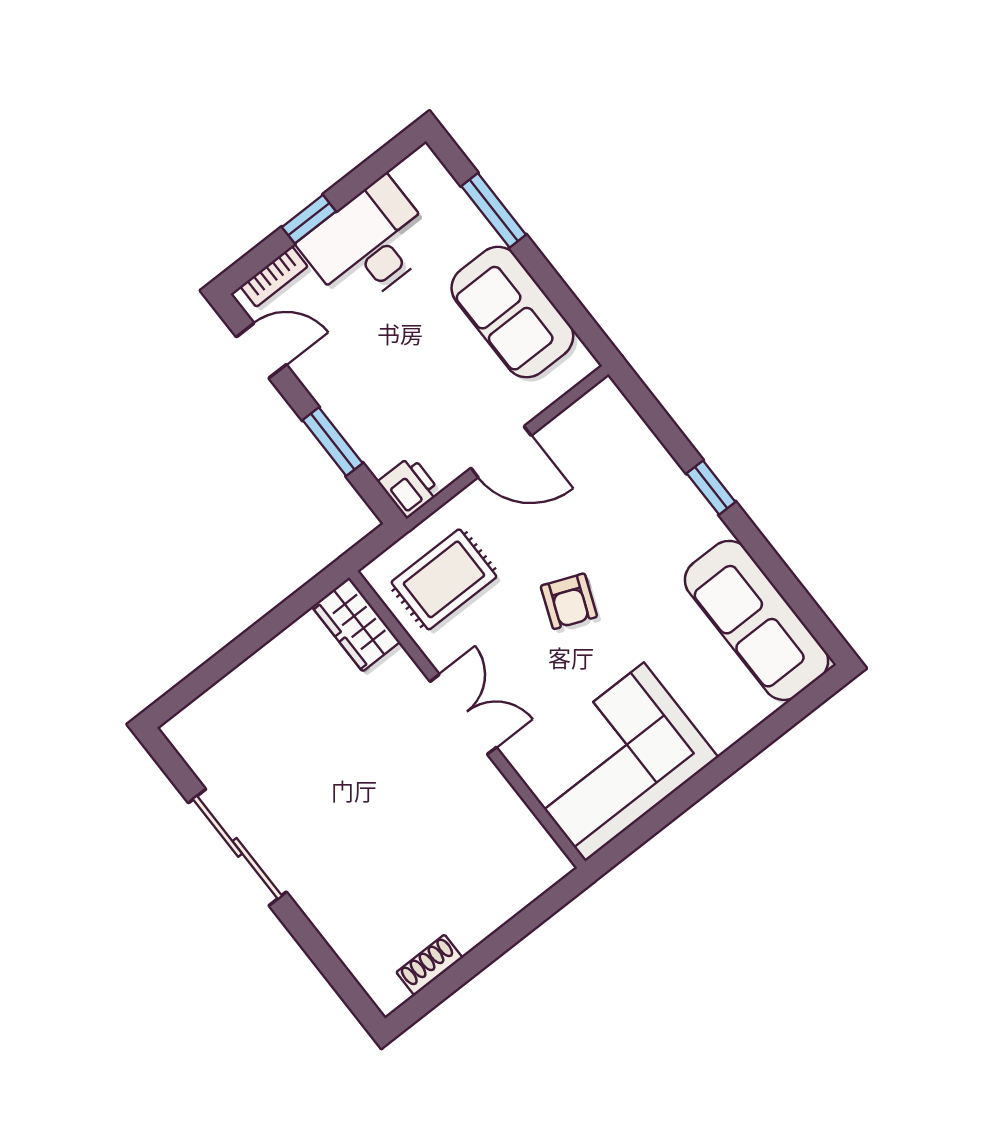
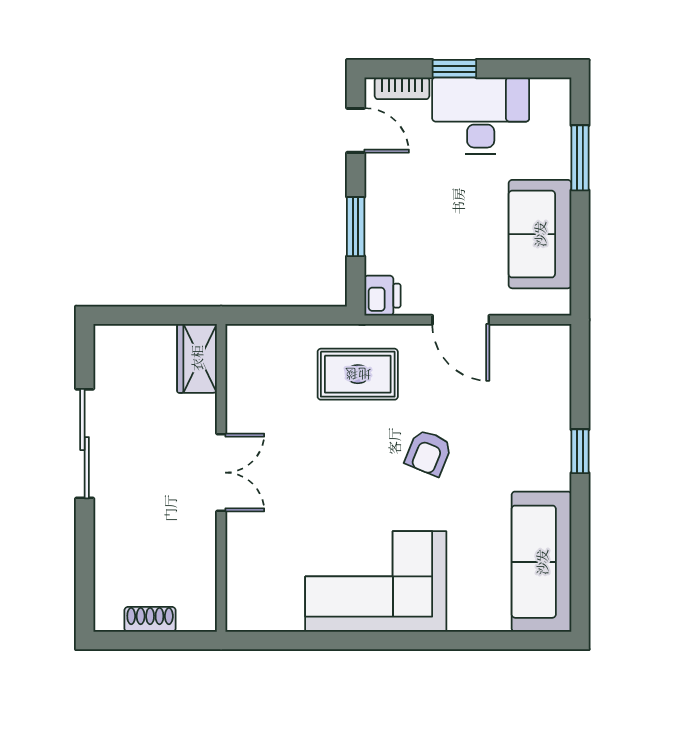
wardrobe: (356, 624) -> (197, 358), moved
double door: (463, 714) -> (221, 473), moved
wall: (467, 719) -> (221, 478), moved

